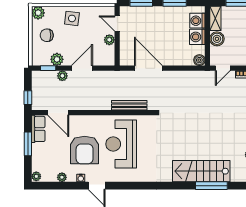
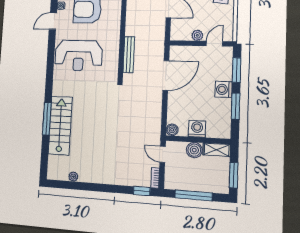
washing machine: (197, 21) -> (224, 89), moved, turned -90
reception desk: (121, 144) -> (78, 56), moved, turned 180
window: (211, 186) -> (47, 119), moved

